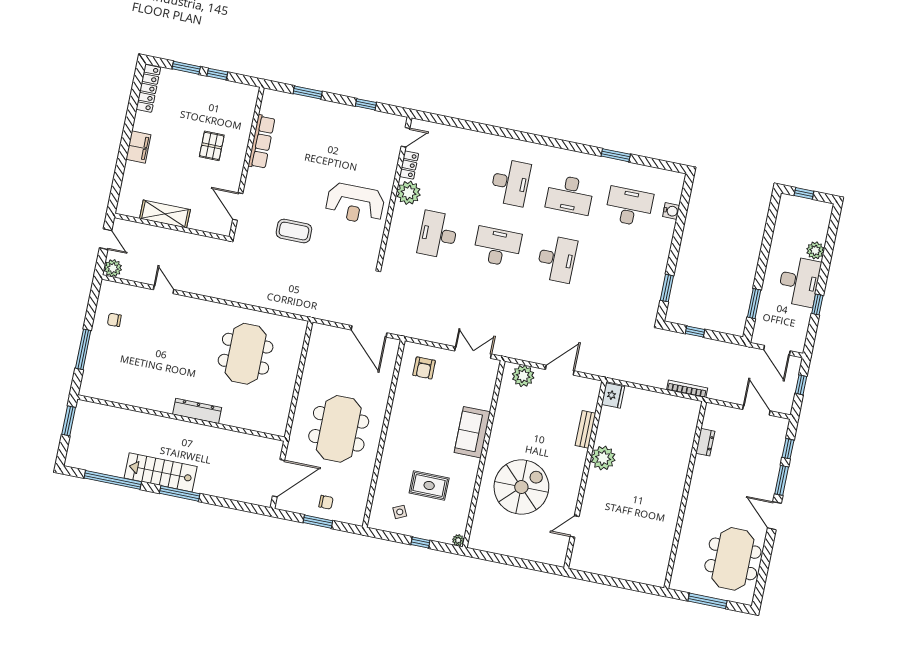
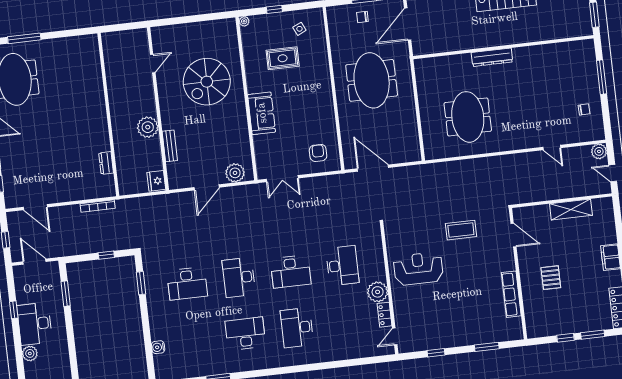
desk: (629, 207) -> (187, 283), moved
dresser: (705, 442) -> (106, 163), moved
wall: (685, 495) -> (108, 115), moved

